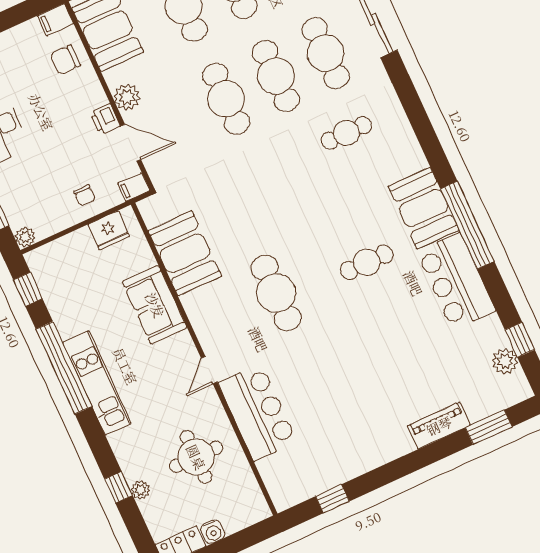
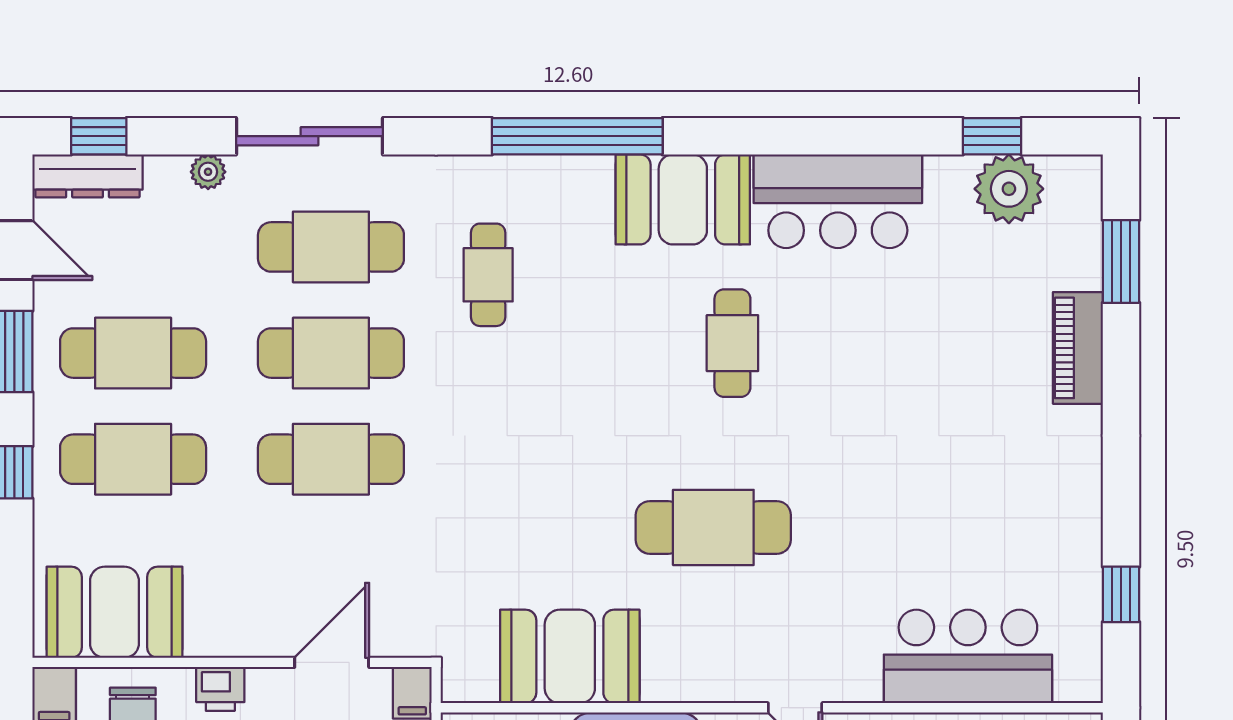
plant: (127, 97) -> (248, 632), removed
printer: (105, 119) -> (220, 689), moved
window: (467, 225) -> (577, 136), moved
plant: (505, 361) -> (1009, 189), width x1.36, depth x1.36
bar counter: (258, 412) -> (968, 656), moved

